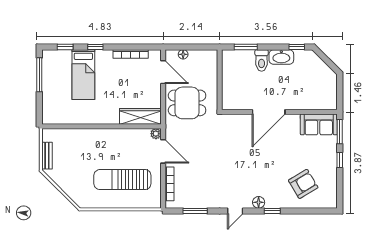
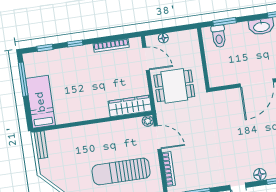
toilet: (262, 60) -> (219, 36), moved
bed: (83, 75) -> (41, 102), moved, turned 180
bench: (47, 156) -> (41, 145), moved

